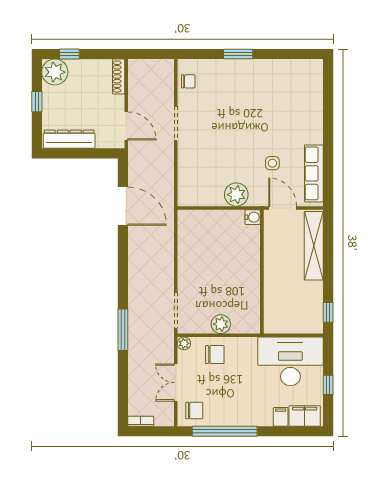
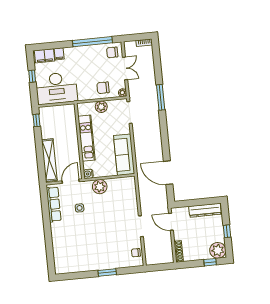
door: (283, 208) -> (71, 181), swing flipped
sofa: (191, 242) -> (124, 155), added
kitchen unit: (250, 275) -> (87, 138), added

